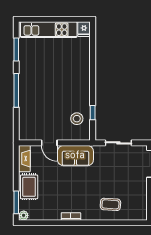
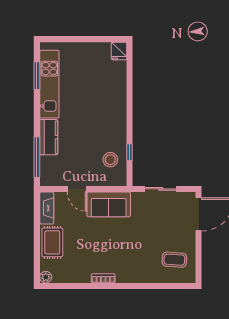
kitchen unit: (49, 30) -> (49, 84), moved, turned -90
window: (16, 90) -> (37, 157), moved
kitchen counter: (26, 100) -> (49, 137), added
window: (16, 202) -> (37, 261), removed
coffee table: (110, 204) -> (174, 260), moved

